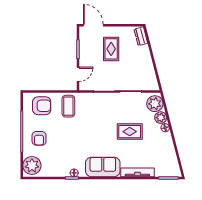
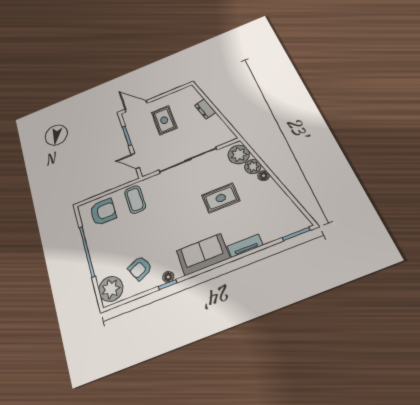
dresser: (141, 36) -> (205, 109), moved
door: (78, 74) -> (135, 161), swing flipped
armchair: (39, 138) -> (140, 268), moved, turned 65
tv unit: (137, 172) -> (245, 246), width x0.71

